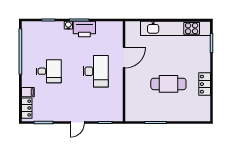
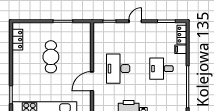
cafe table: (168, 84) -> (51, 57), turned 90
locker: (205, 84) -> (17, 40), moved

